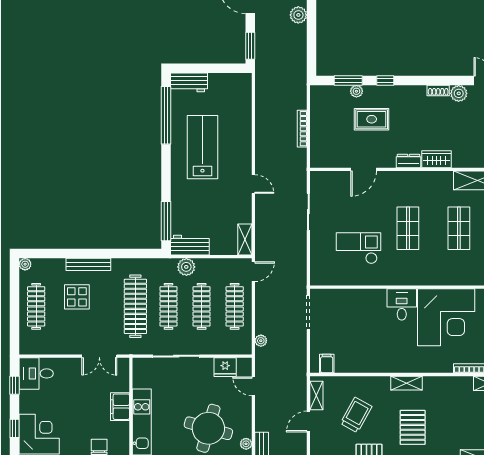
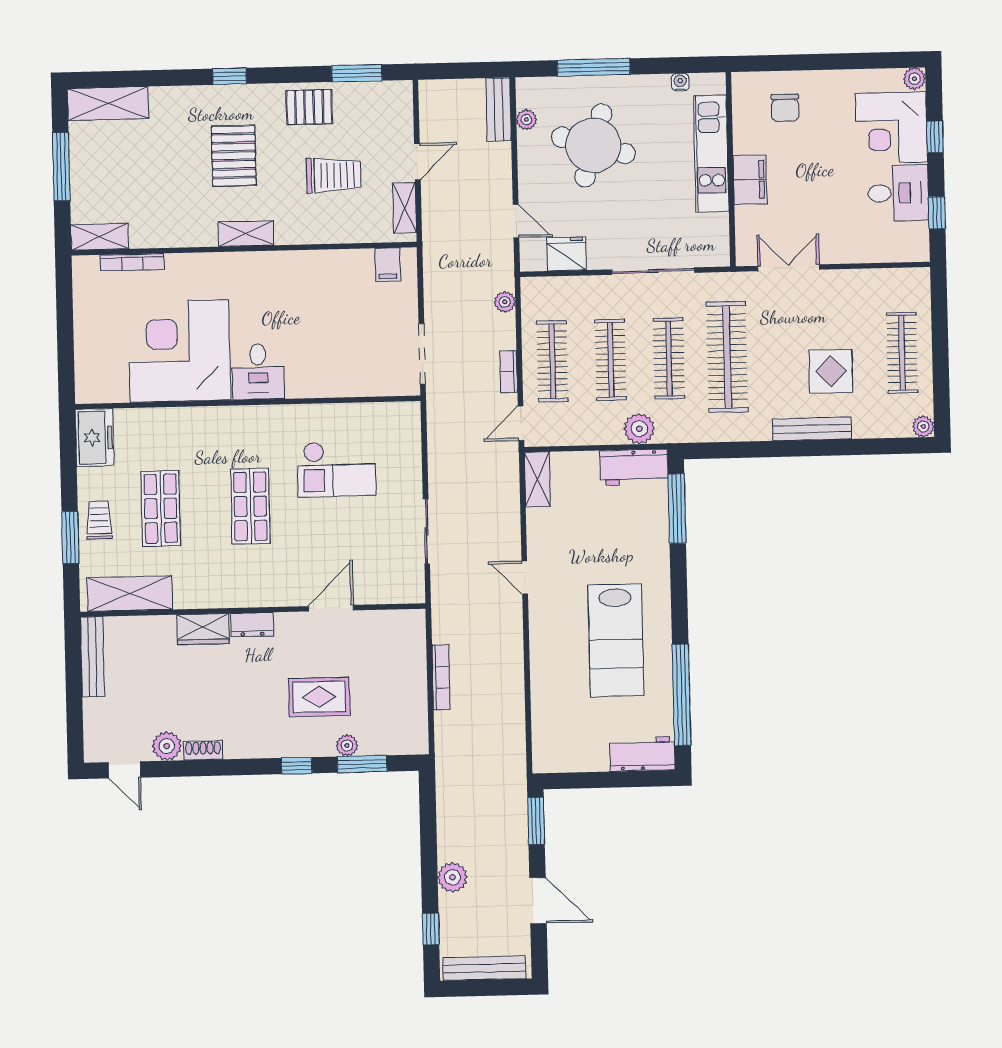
bookcase: (260, 301) -> (509, 372), added
desk: (36, 373) -> (898, 193), moved
trolley: (356, 415) -> (334, 175), turned -119

